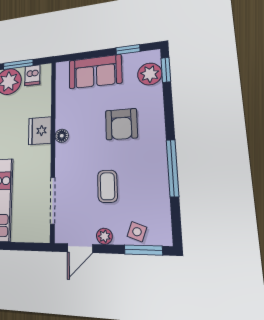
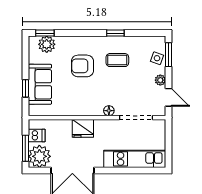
window: (128, 50) -> (25, 88), moved
armchair: (121, 124) -> (82, 66), turned 180
floor lamp: (62, 136) -> (109, 111), moved
window: (172, 168) -> (115, 33), width x0.46
coffee table: (107, 186) -> (117, 60), moved

